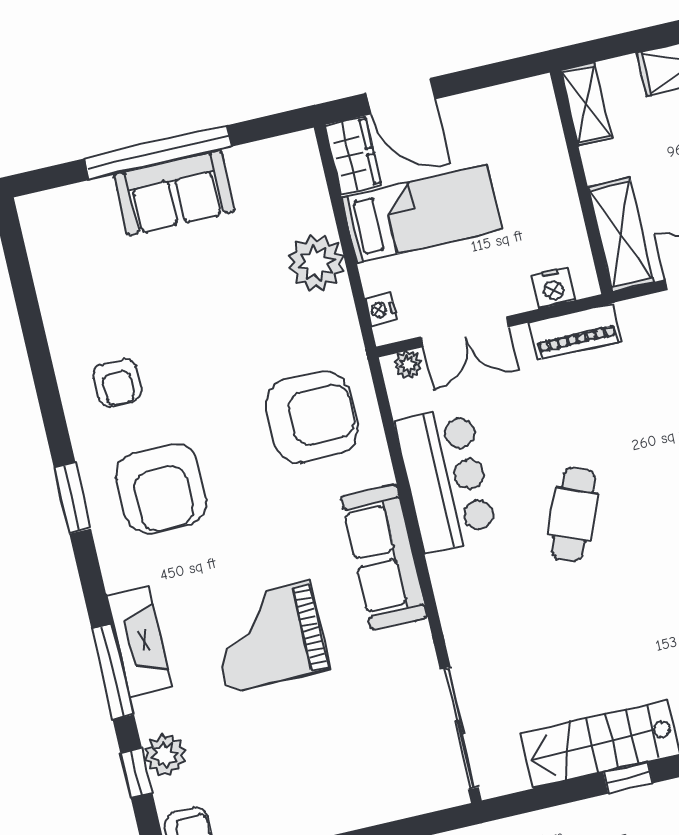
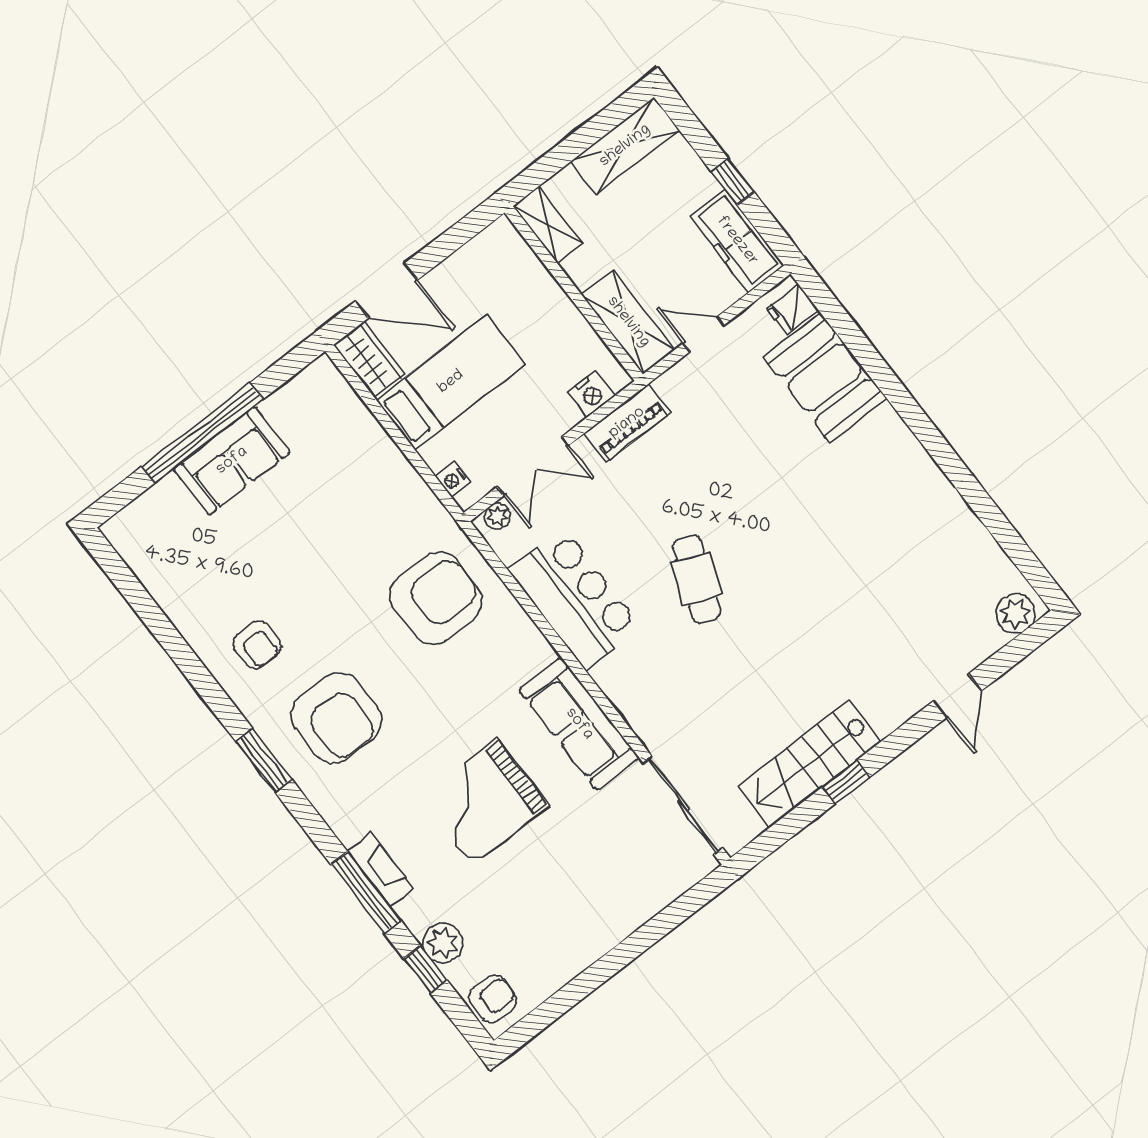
plant: (316, 263) -> (380, 466), removed
sofa: (384, 557) -> (579, 724), moved
fireplace: (139, 641) -> (381, 870), width x0.73, depth x0.76

